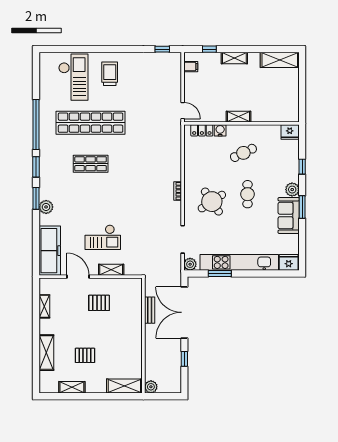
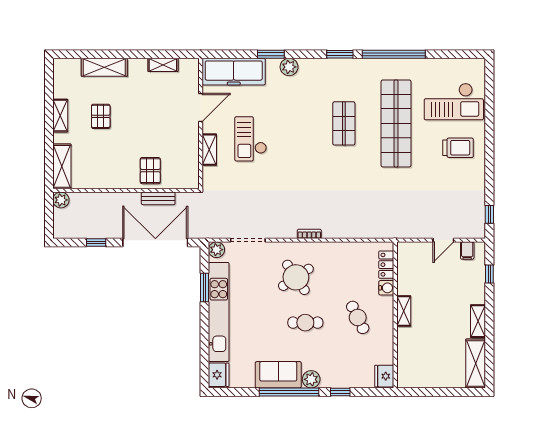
shelving: (234, 58) -> (478, 321), moved
door: (183, 111) -> (443, 240), moved
window: (36, 198) -> (271, 54), moved
window: (302, 207) -> (289, 392), width x2.11
pallet: (99, 303) -> (150, 171), moved
shelving: (72, 387) -> (60, 116), moved

